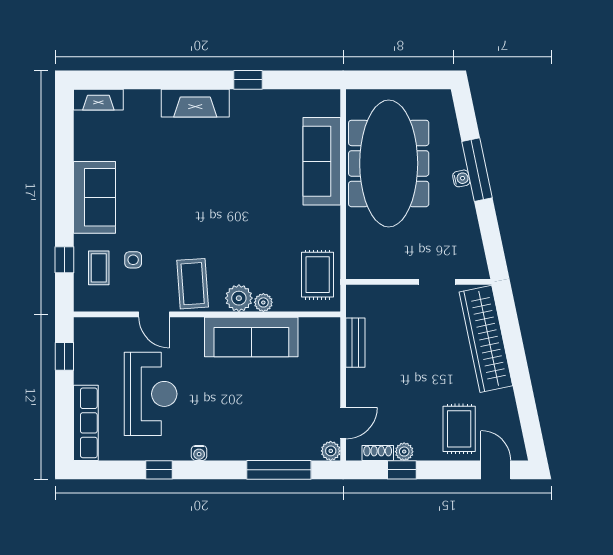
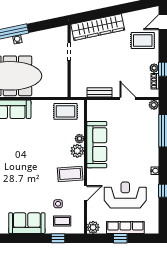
plant: (86, 330) -> (93, 227), added
window: (64, 356) -> (120, 238), moved
row of seats: (86, 423) -> (125, 227), moved
door: (343, 423) -> (128, 99), moved

